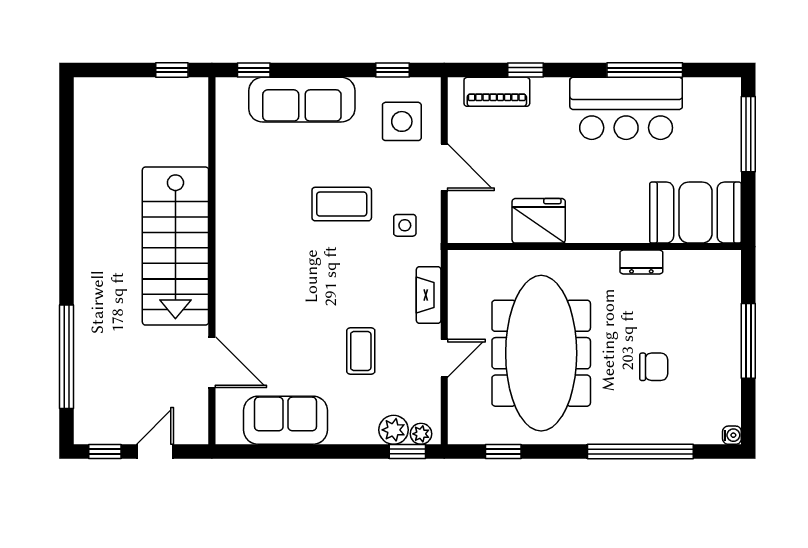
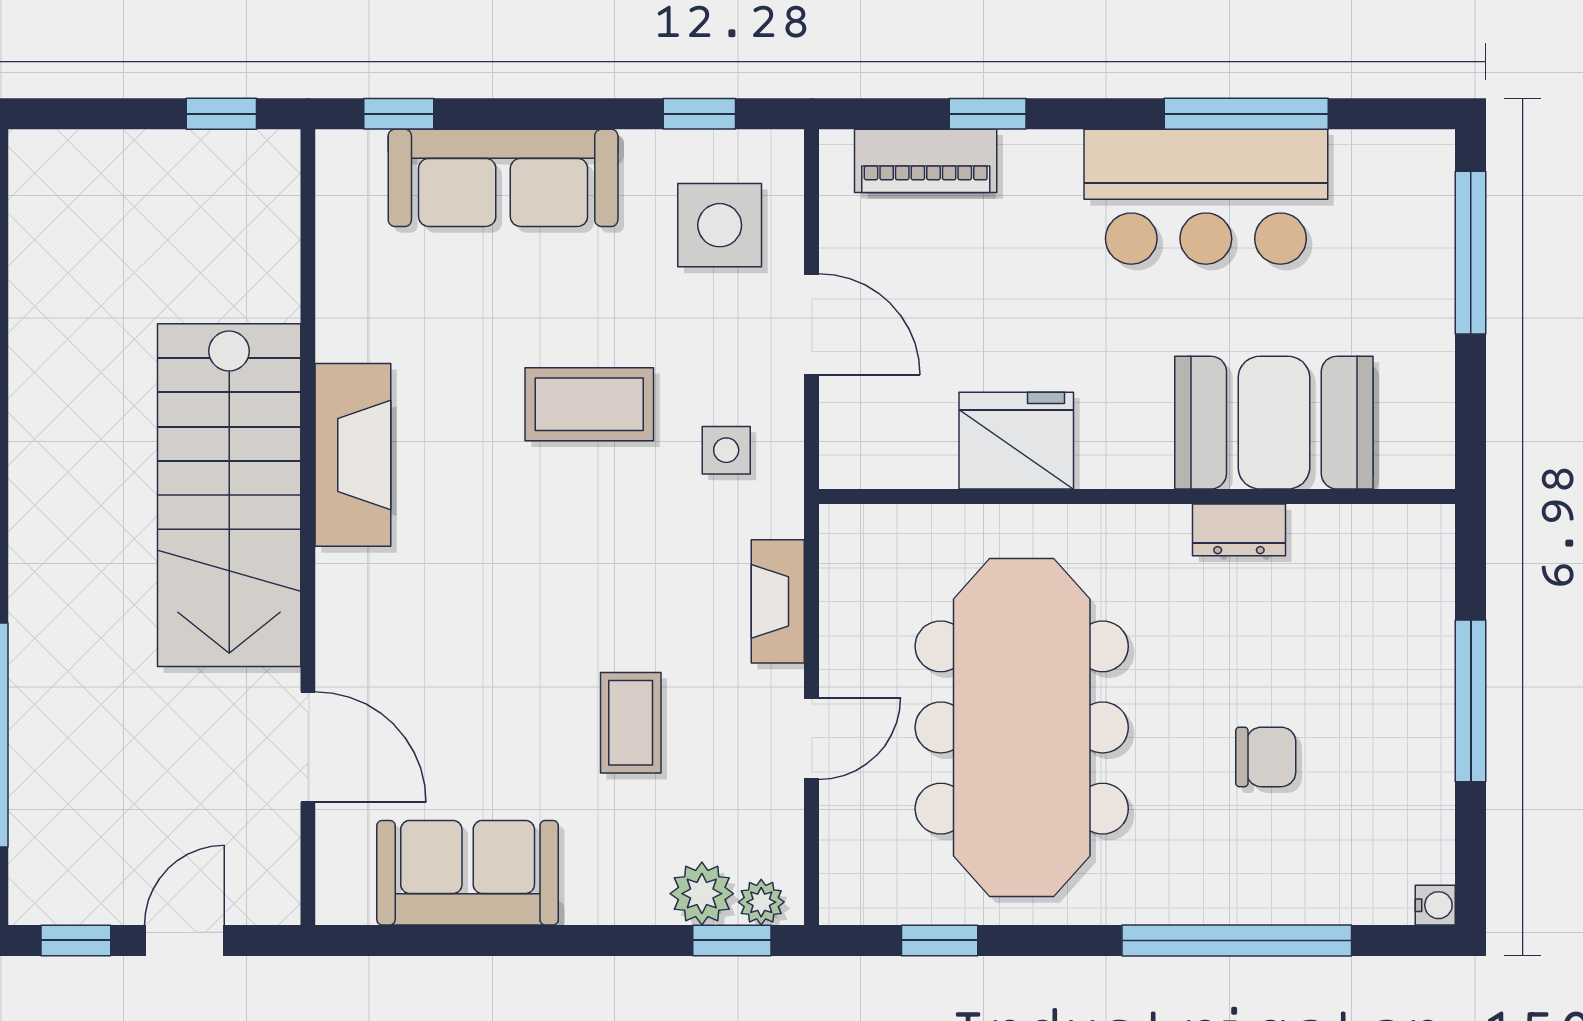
booth: (695, 213) -> (1274, 423), moved
fireplace: (233, 227) -> (353, 455), added

